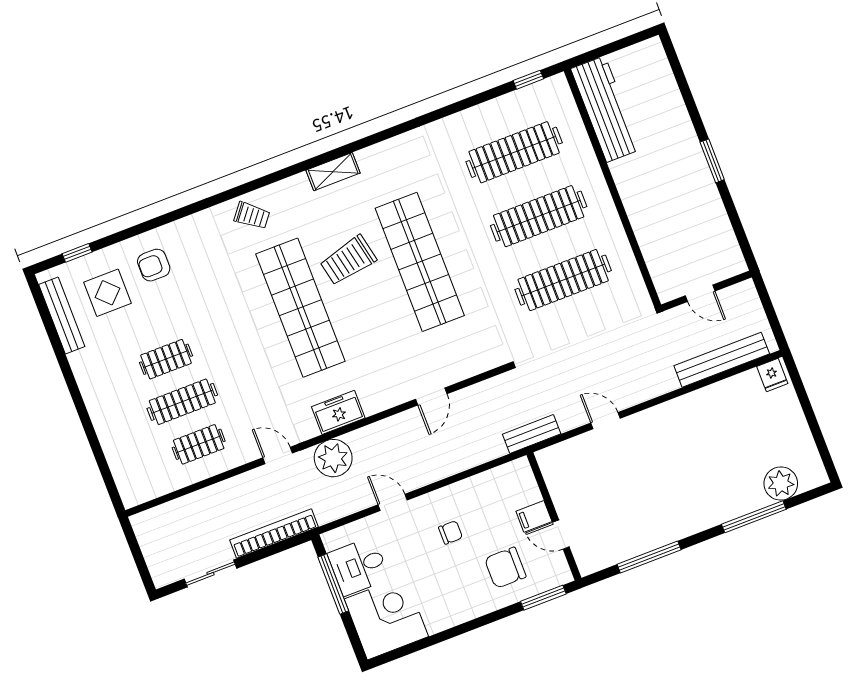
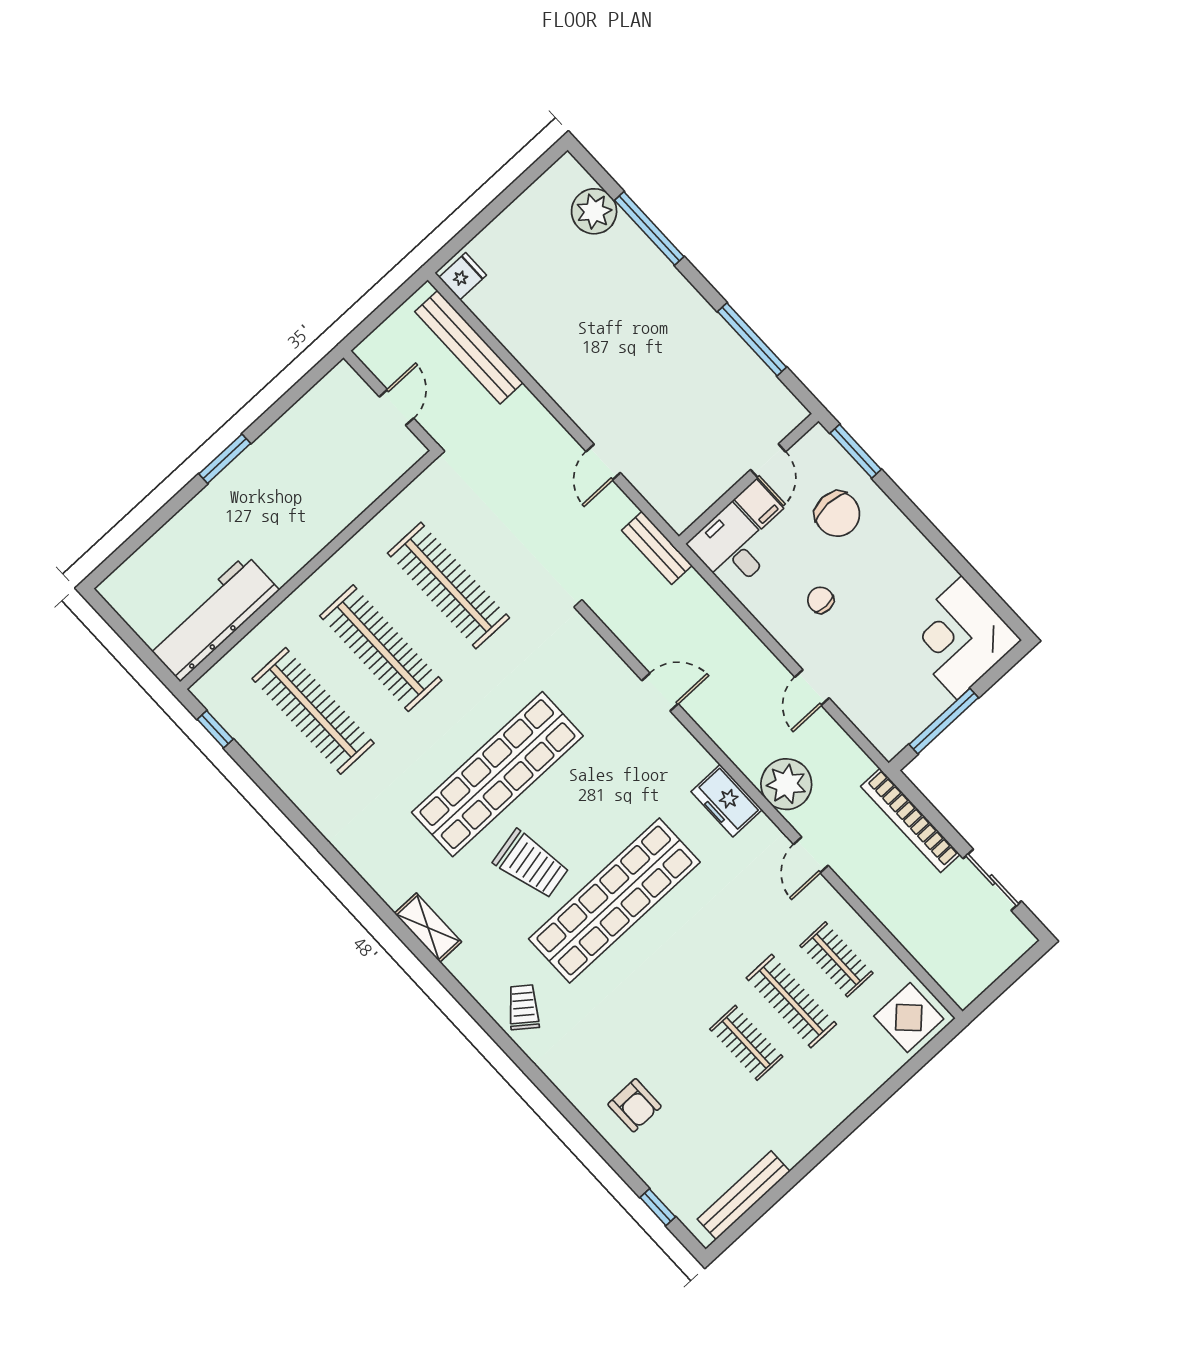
display table: (107, 293) -> (909, 1018), moved
desk: (359, 566) -> (732, 547), moved, turned 180

